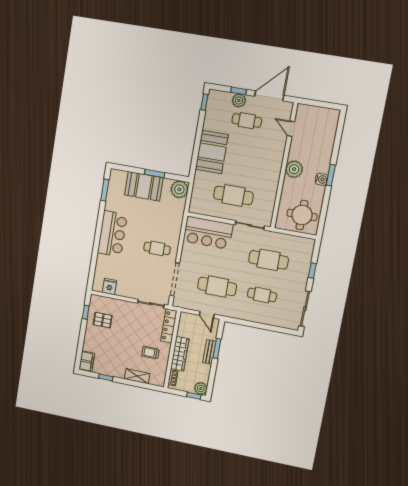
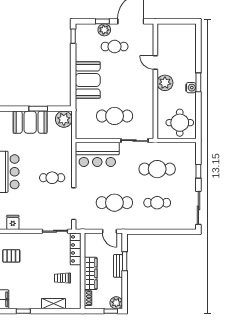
door: (291, 129) -> (155, 62), moved

